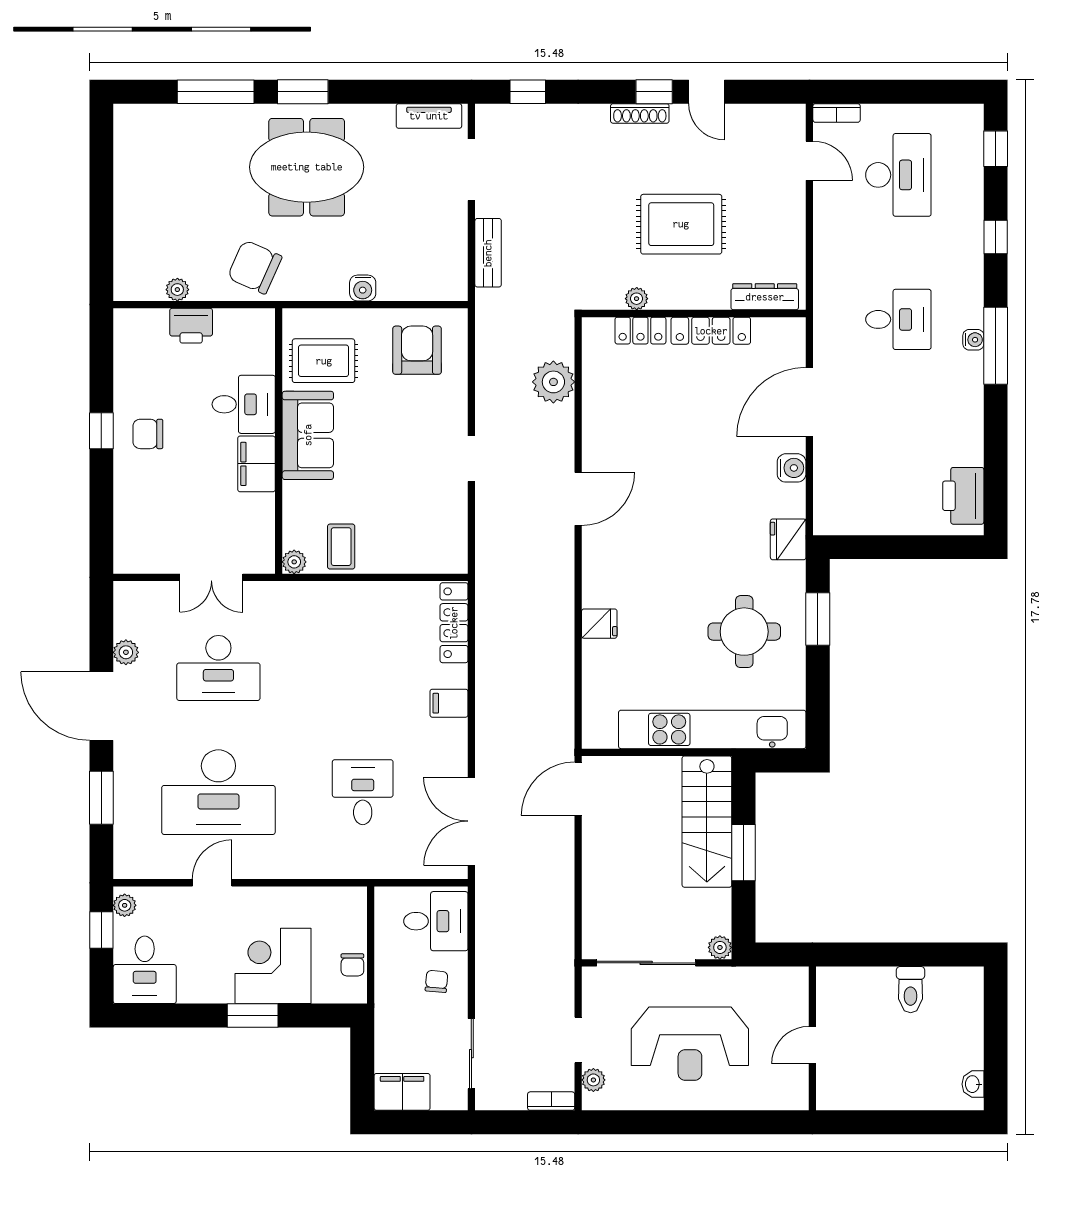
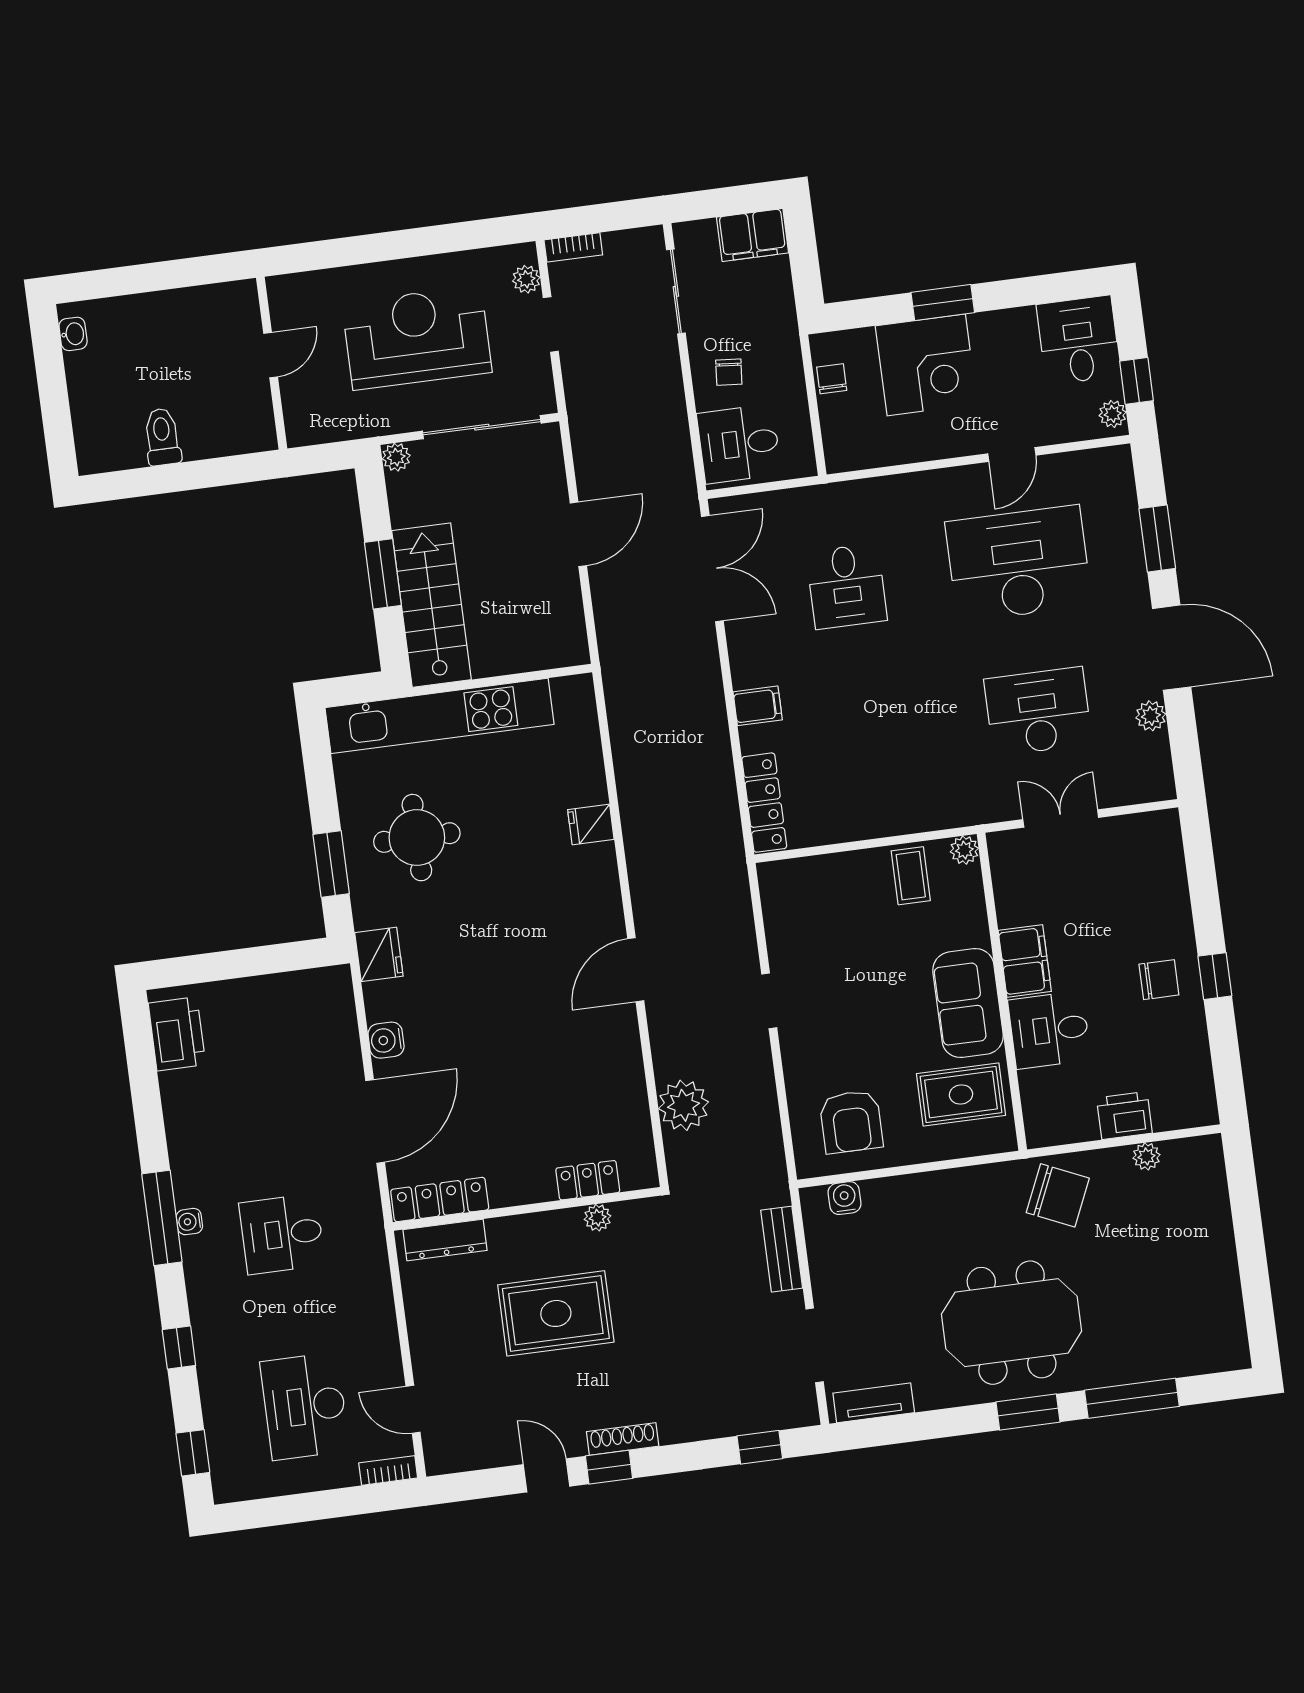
water cooler: (363, 288) -> (845, 1198), moved
locker: (711, 331) -> (440, 1200), moved
door: (578, 789) -> (578, 534), moved

